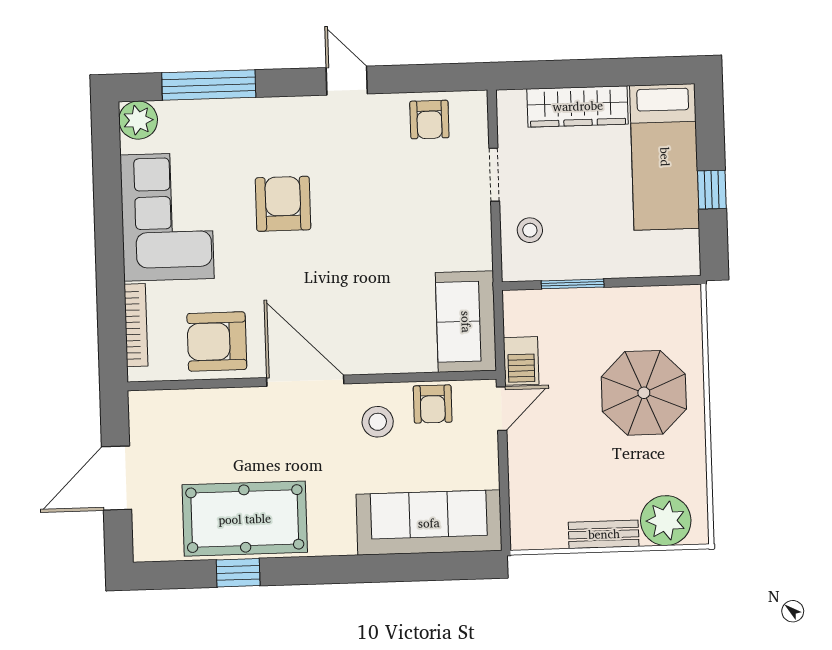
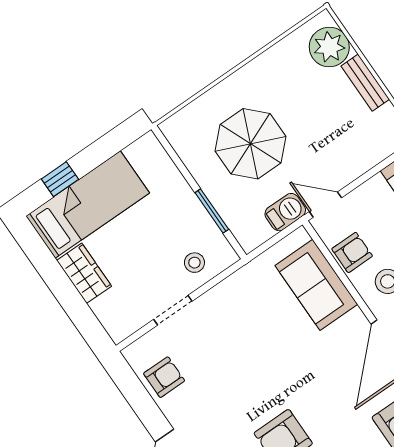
wardrobe: (578, 106) -> (84, 273), width x0.67
window: (712, 190) -> (60, 179), moved
sofa: (466, 322) -> (316, 285), moved, turned 90
parasol: (644, 393) -> (251, 144), moved

